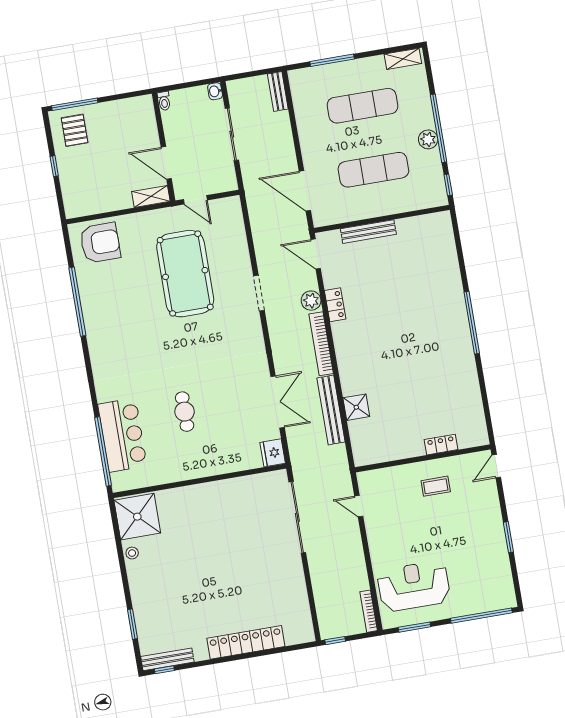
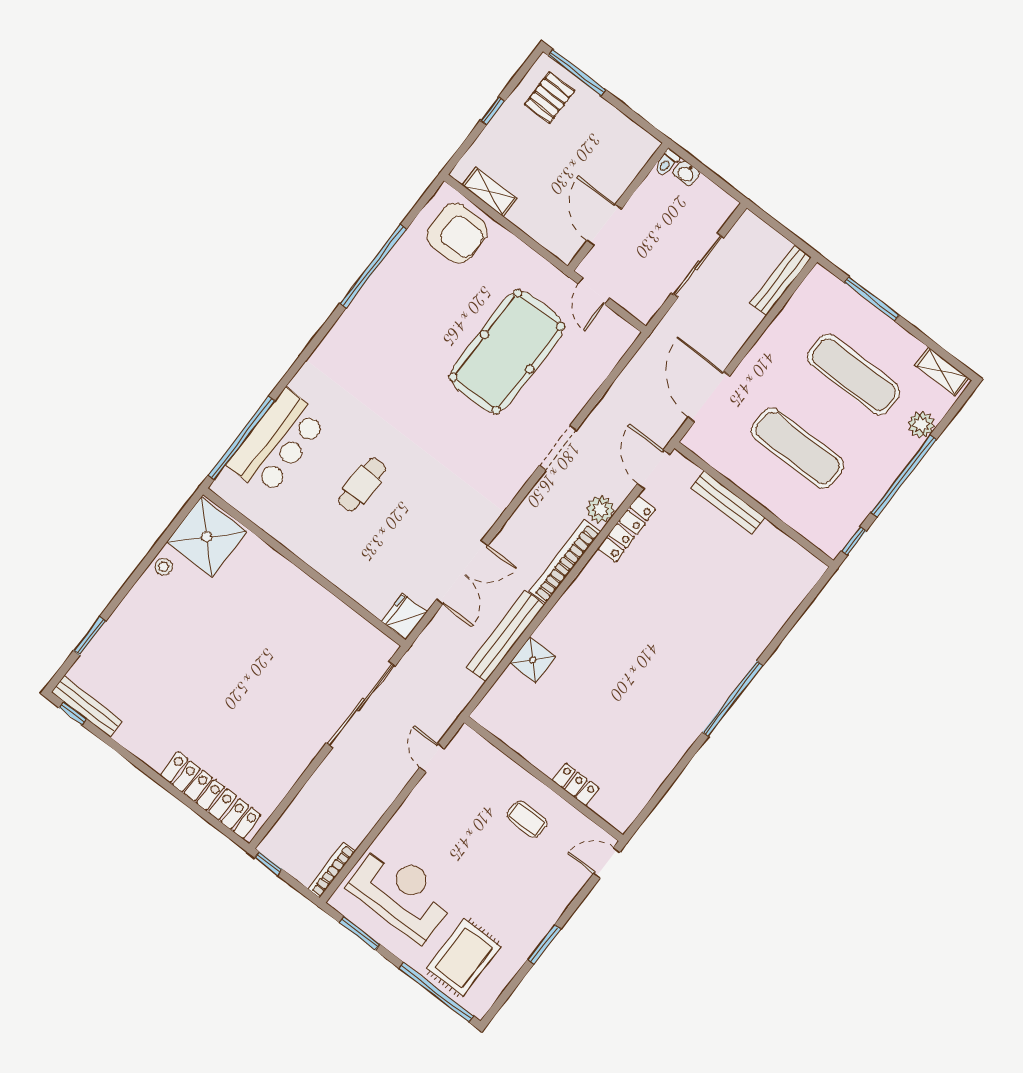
washbasin: (215, 91) -> (686, 173), moved, turned -90
bench: (278, 91) -> (781, 280), width x1.36
plant: (428, 139) -> (921, 425), moved
shelving: (151, 196) -> (490, 192), moved
locker: (335, 305) -> (627, 529), width x1.53
rug: (477, 585) -> (463, 958), added
locker: (246, 642) -> (211, 795), moved

